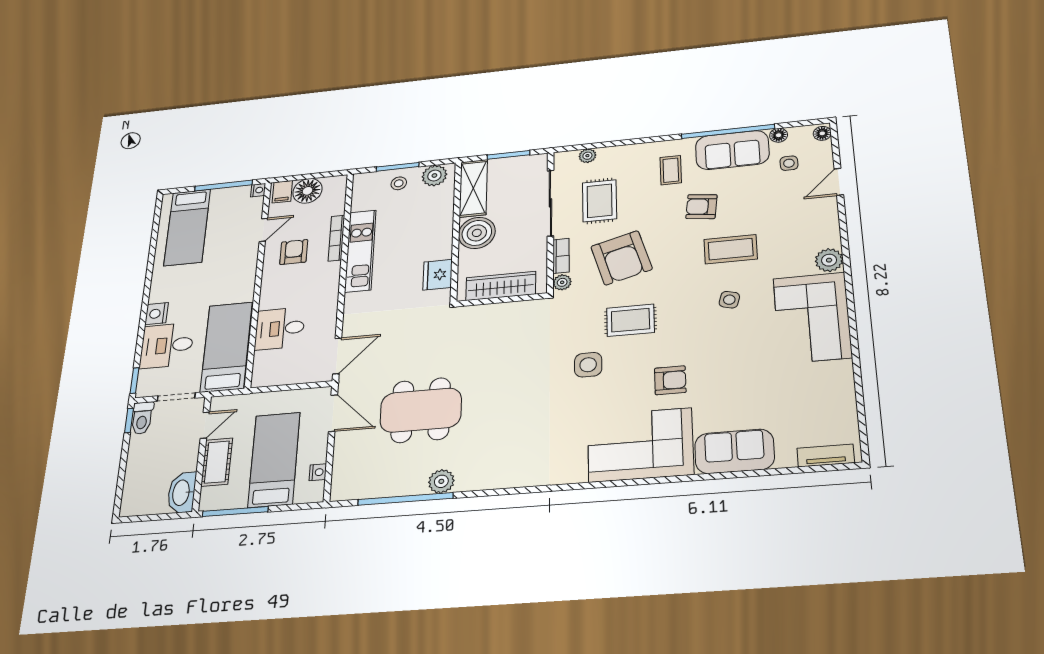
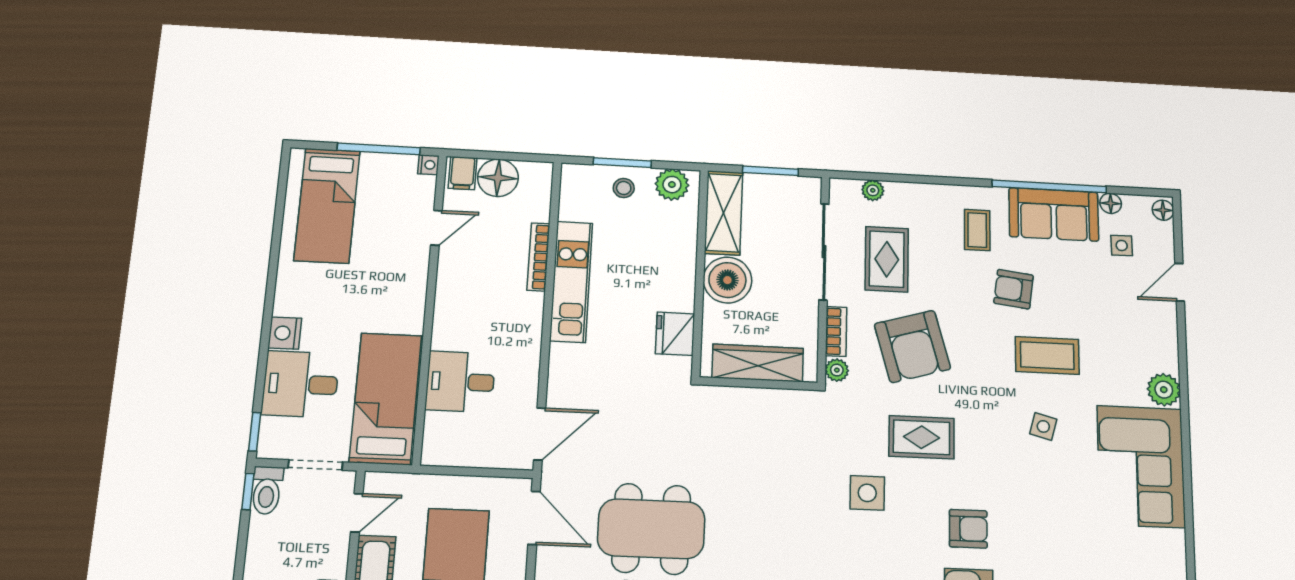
armchair: (294, 252) -> (479, 269), removed

